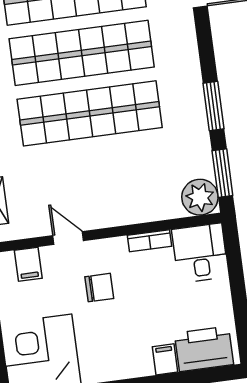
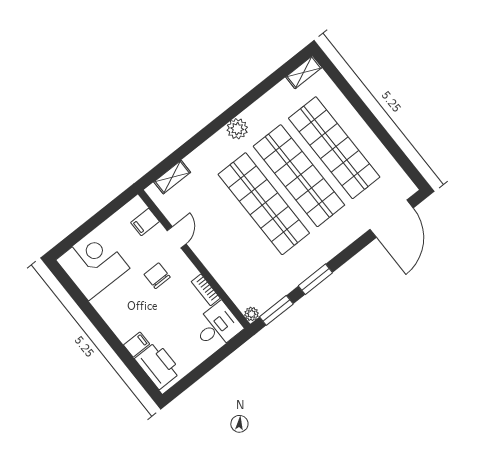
plant: (200, 197) -> (251, 314), width x0.53, depth x0.53
chair: (99, 288) -> (157, 276), turned 180

